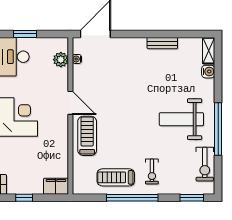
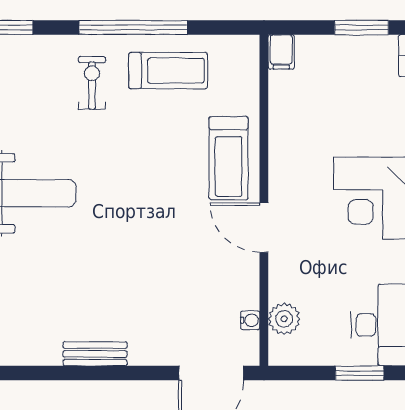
bench: (162, 43) -> (95, 354), moved
filing cabinet: (56, 186) -> (281, 52), width x0.50
window: (24, 198) -> (362, 27), width x1.50

